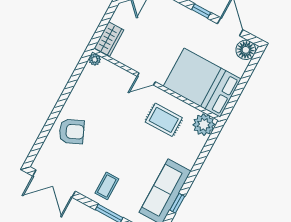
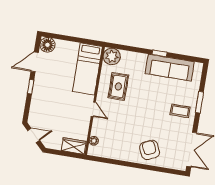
plant: (95, 59) -> (94, 141), moved
bed: (202, 83) -> (87, 69), width x0.67
window: (177, 203) -> (160, 53), moved

